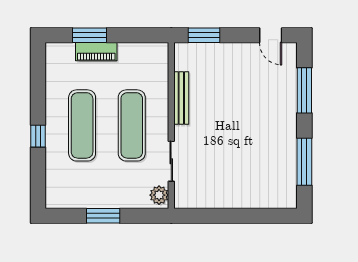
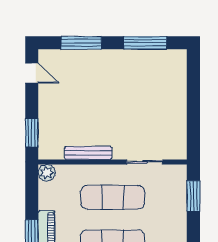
door: (271, 35) -> (32, 73), hinge flipped
plant: (159, 195) -> (47, 173), moved
window: (103, 216) -> (193, 196), moved

